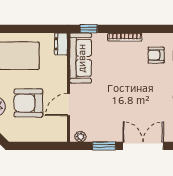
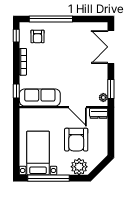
window: (157, 29) -> (16, 36), added
dresser: (61, 44) -> (99, 113), moved
window: (104, 146) -> (111, 89), moved

